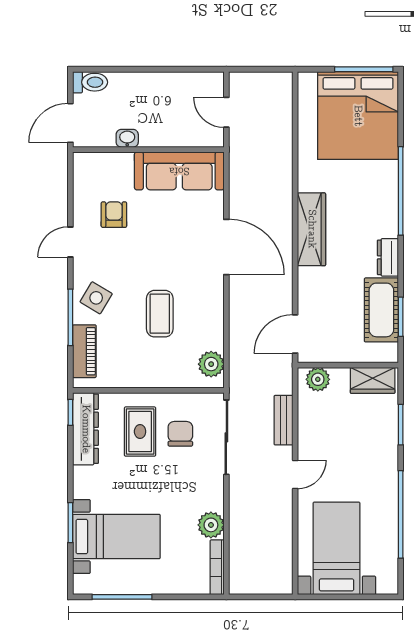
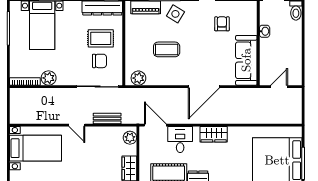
armchair: (114, 215) -> (222, 24), turned -90
wardrobe: (312, 229) -> (214, 134), width x0.67
desk: (321, 289) -> (180, 139), added

